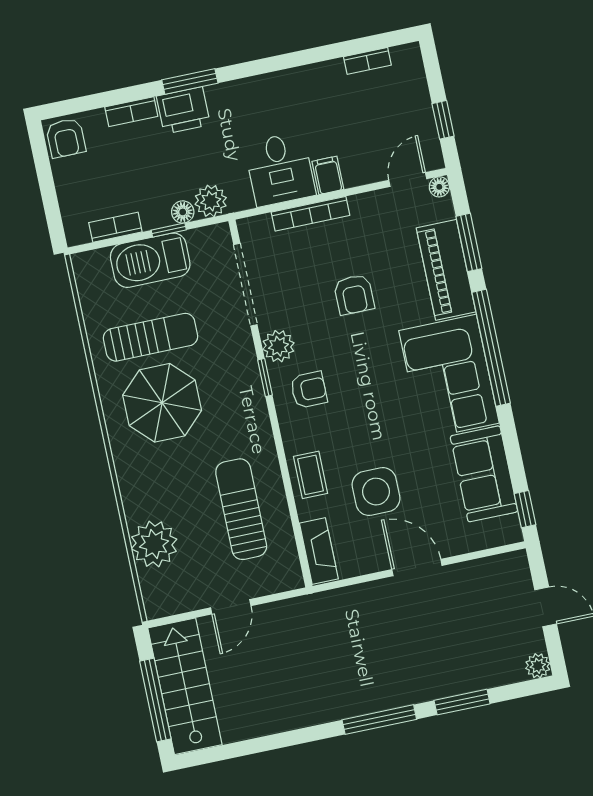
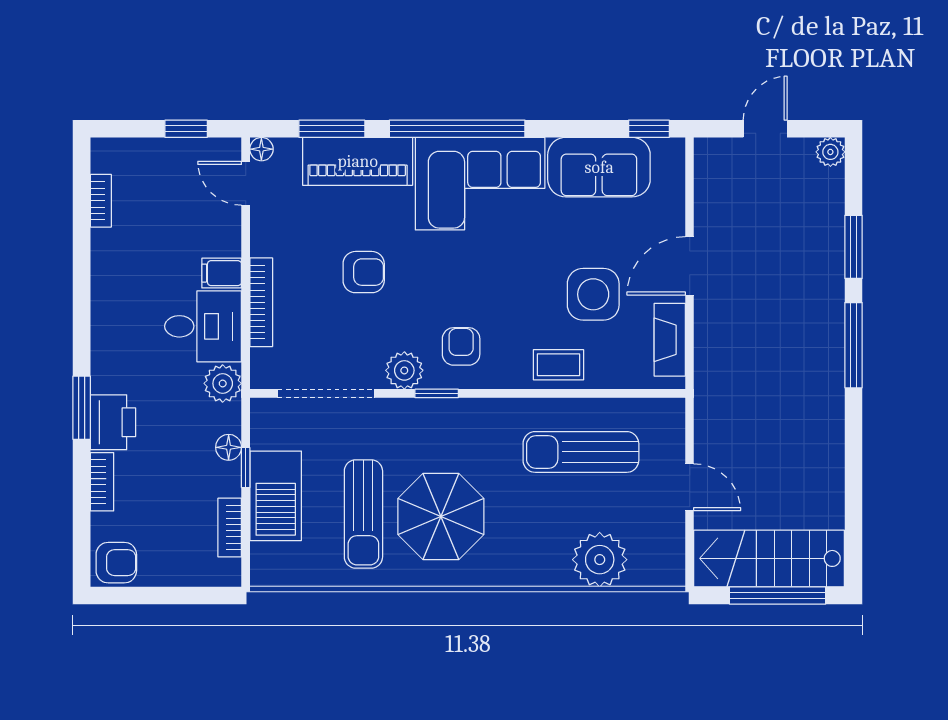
plant: (211, 201) -> (223, 383), moved
sun lounger: (151, 337) -> (363, 514), turned 180
fireplace: (319, 551) -> (670, 340), moved, turned -90

